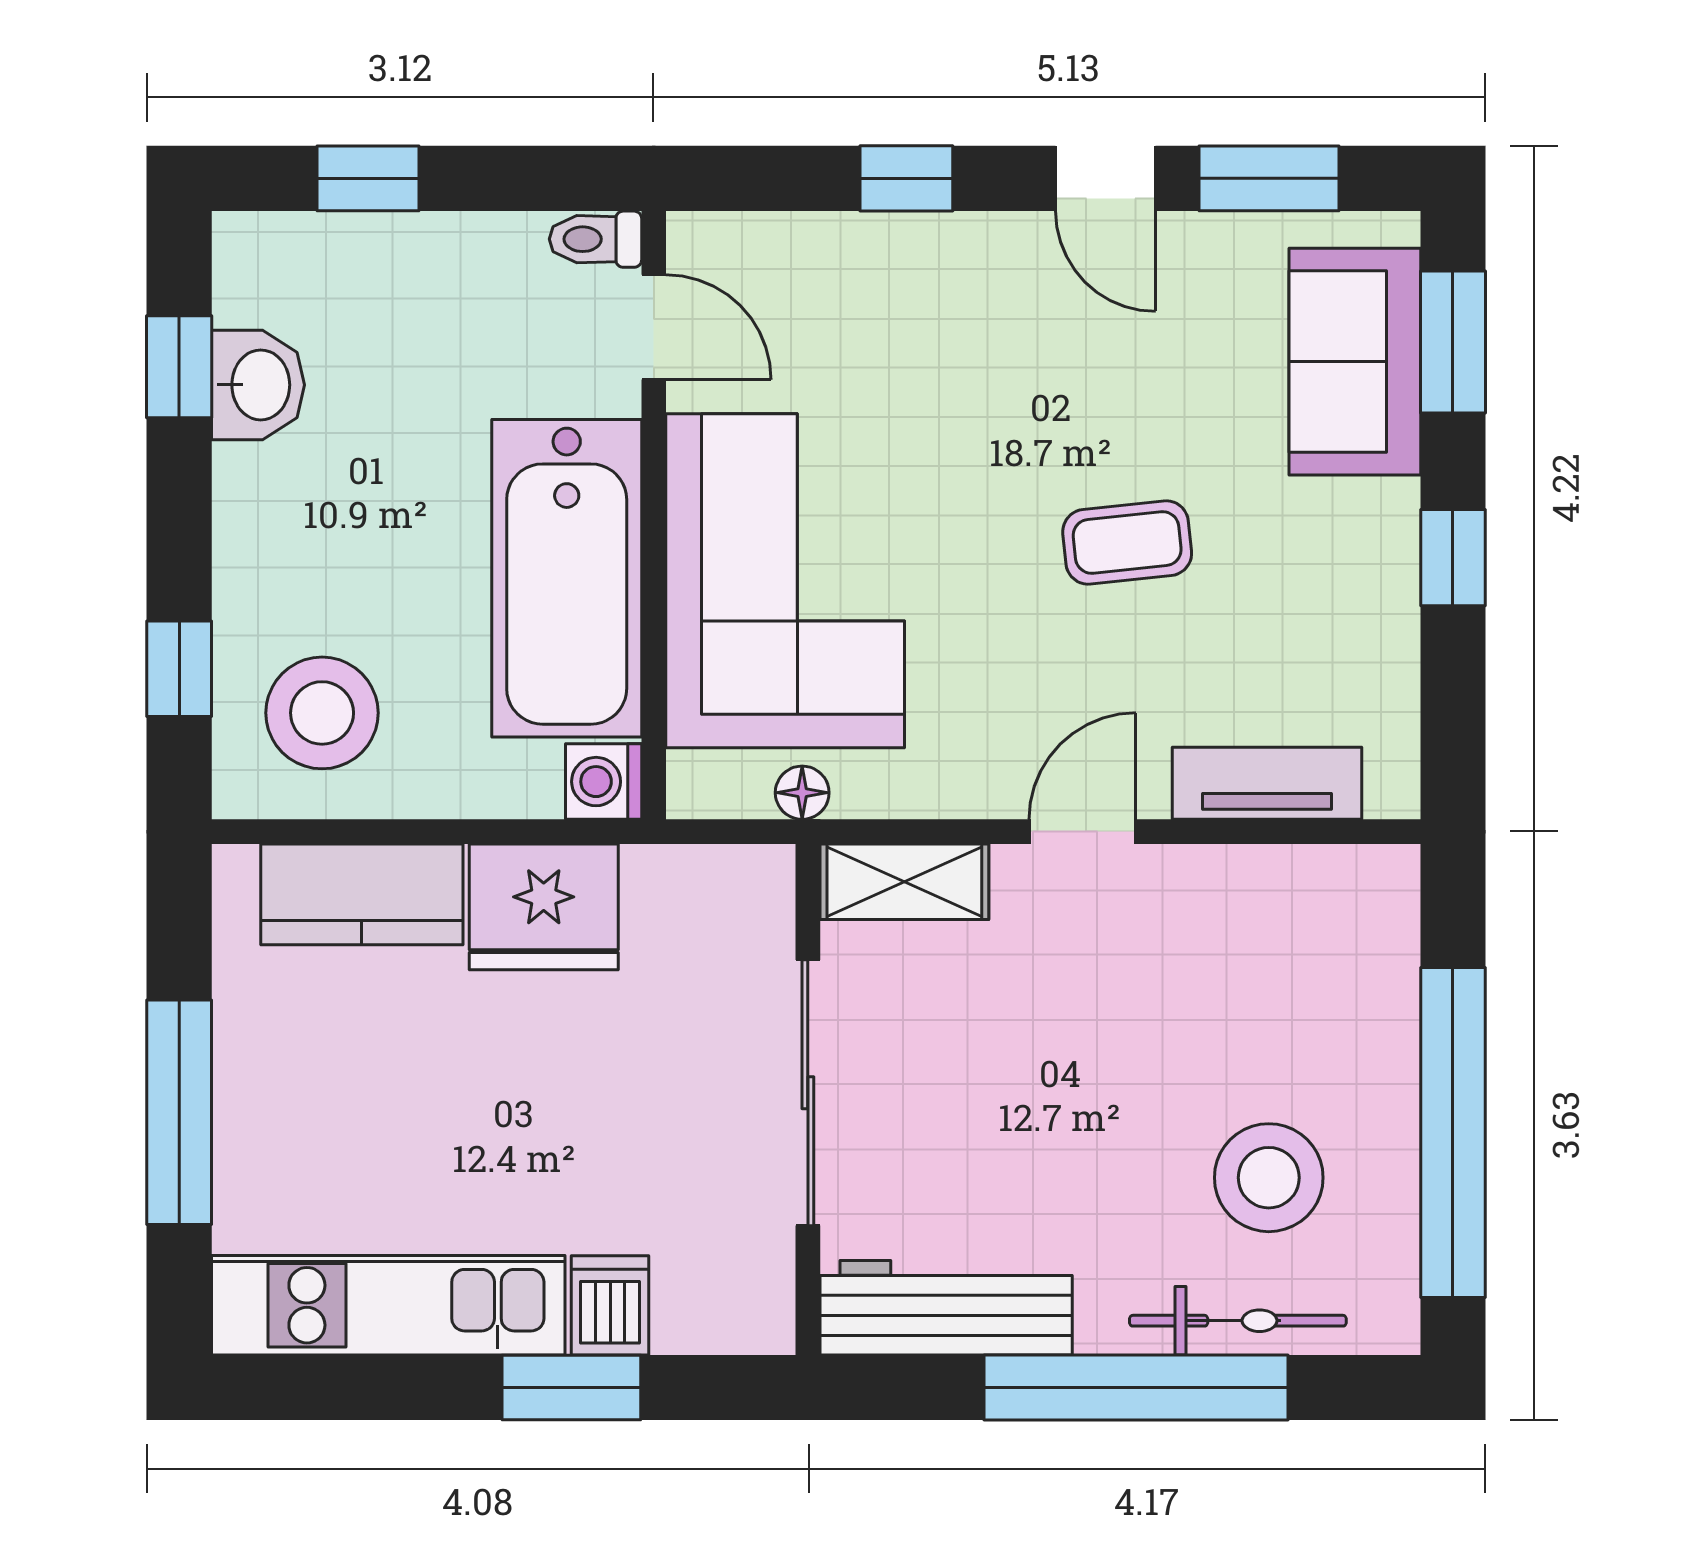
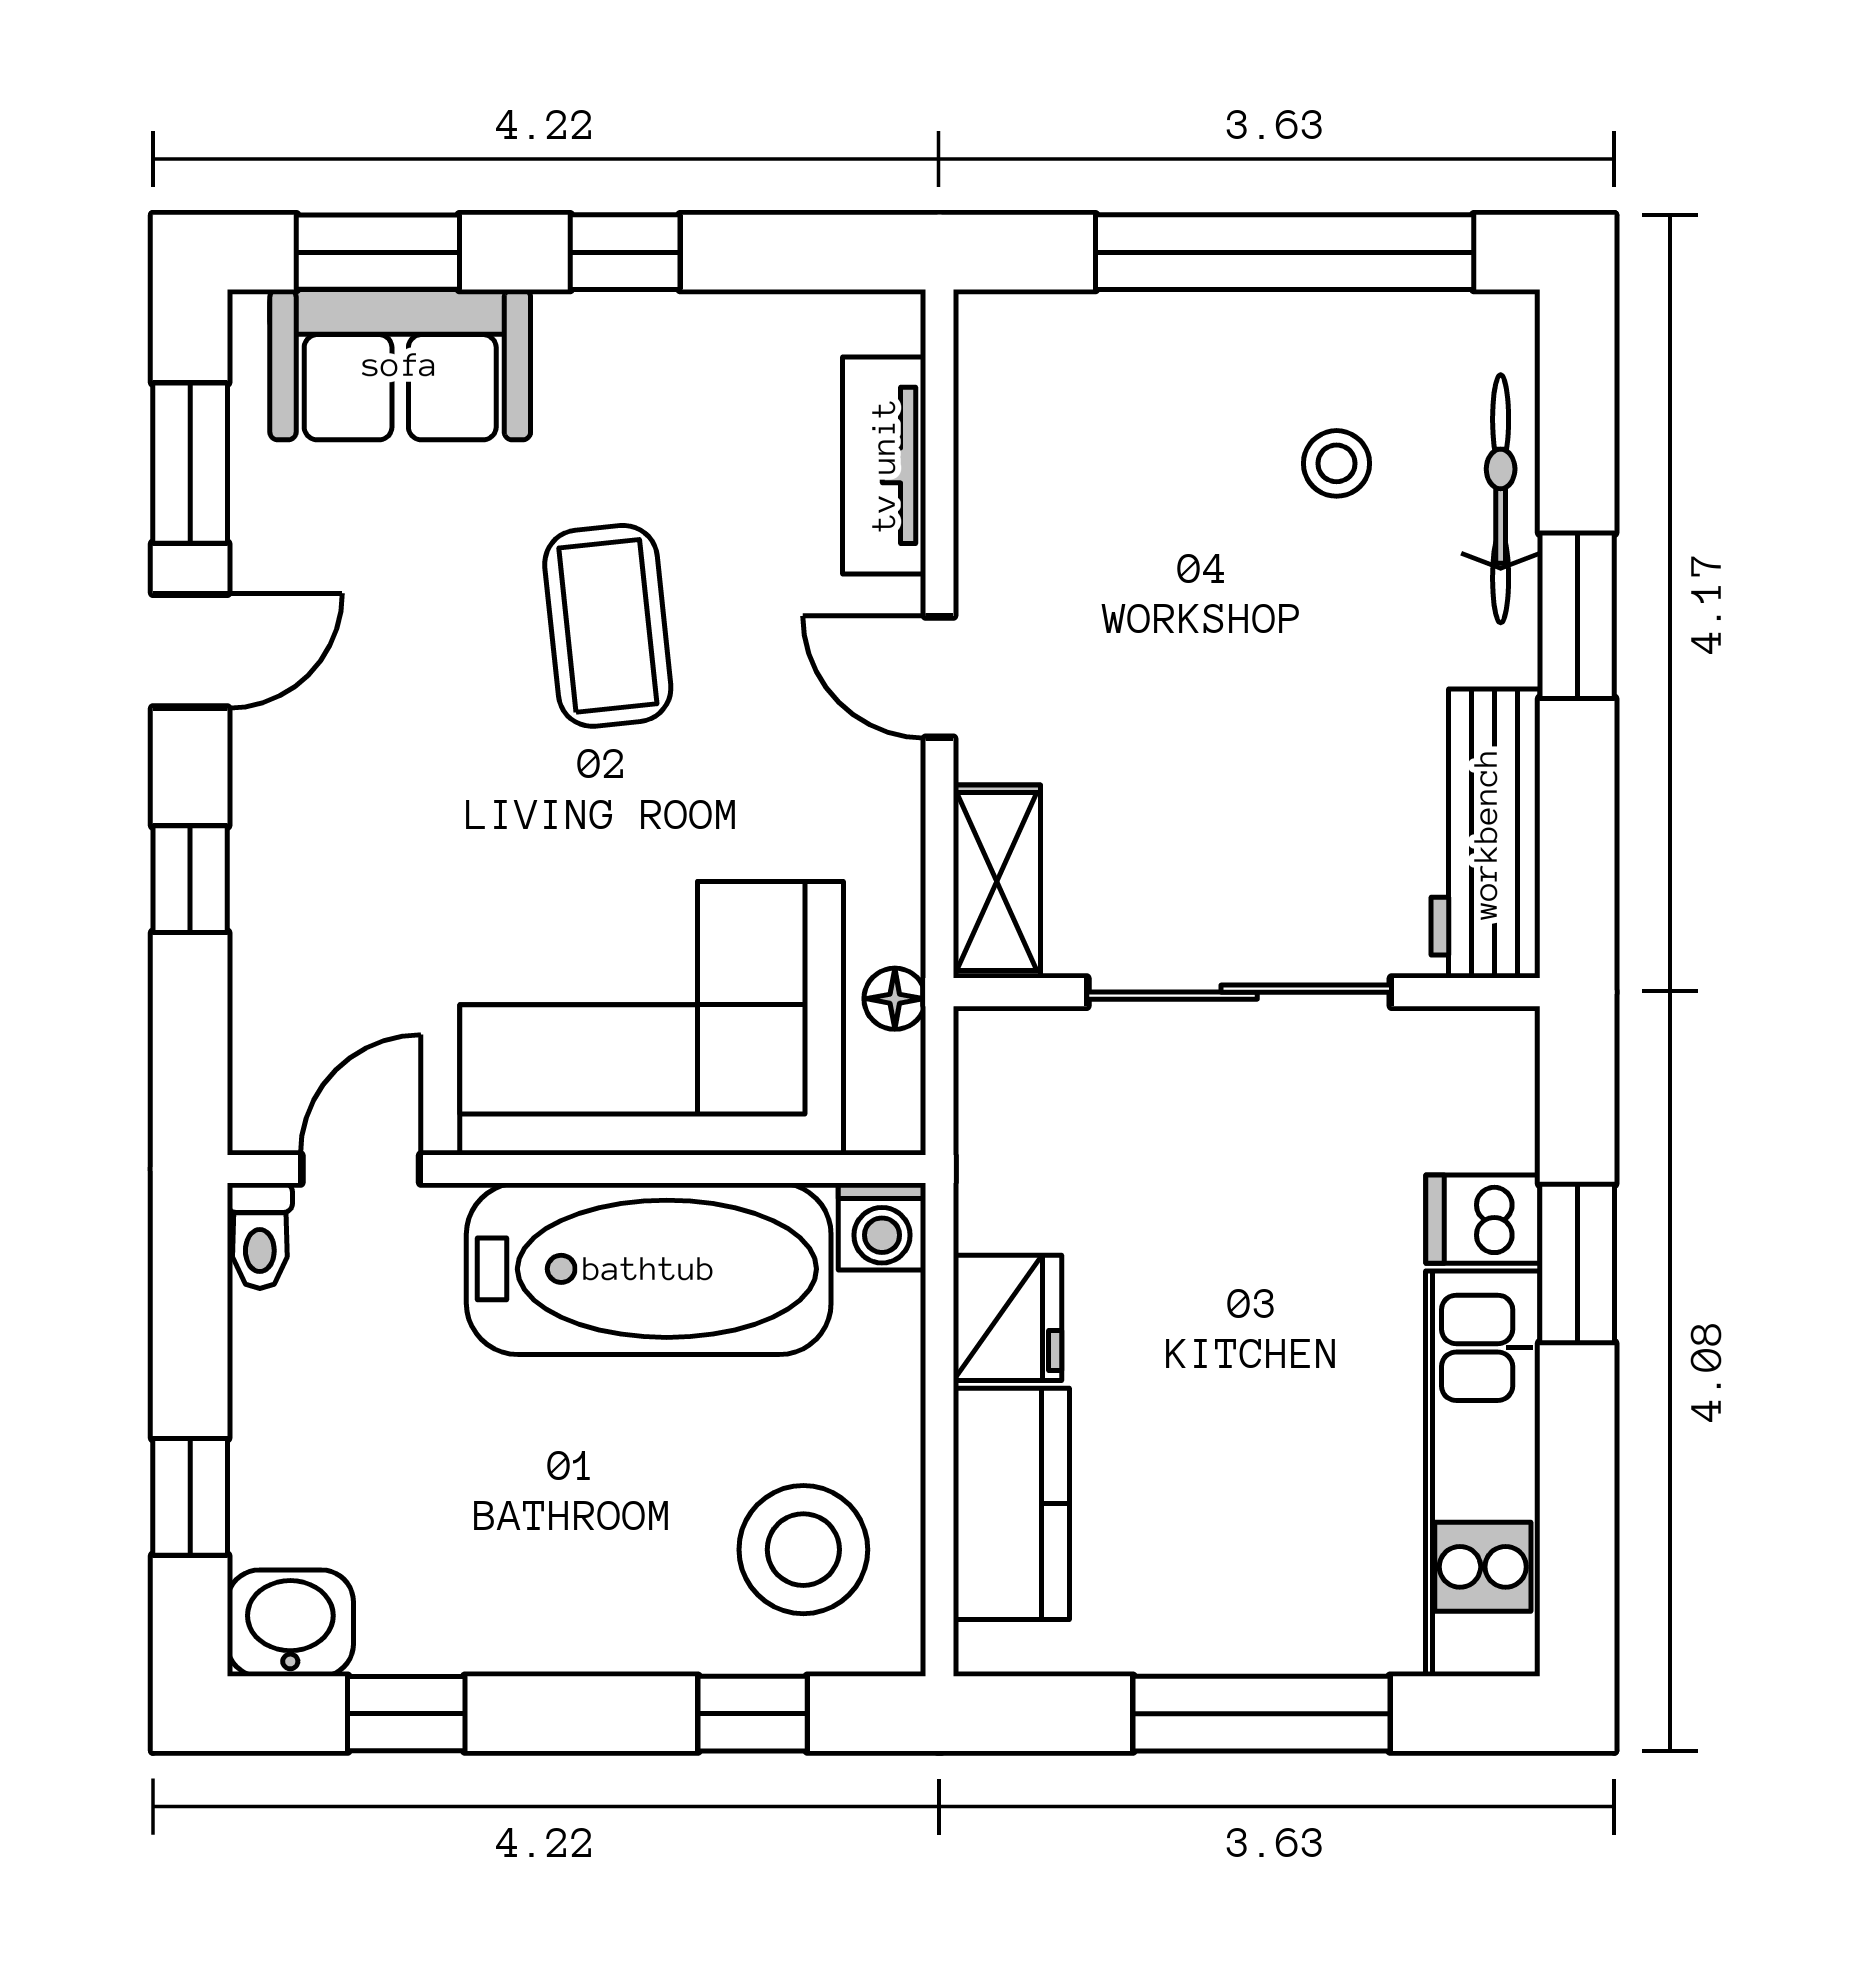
washbasin: (258, 385) -> (290, 1623), moved
coffee table: (1127, 542) -> (608, 626), width x1.36, depth x1.30
fridge: (544, 907) -> (1008, 1318), width x0.73, depth x0.75
stool: (1269, 1178) -> (1337, 463), width x0.53, depth x0.53
window: (1136, 1387) -> (1577, 616), width x0.47

